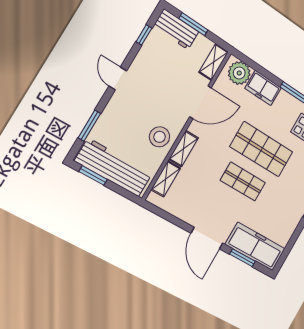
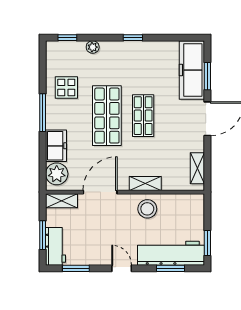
window: (144, 35) -> (76, 268), width x1.50
door: (118, 78) -> (122, 268), swing flipped
door: (200, 102) -> (100, 192), hinge flipped
workbench: (114, 168) -> (171, 253), moved, turned 90
shelving: (166, 179) -> (197, 168), moved, turned 90

